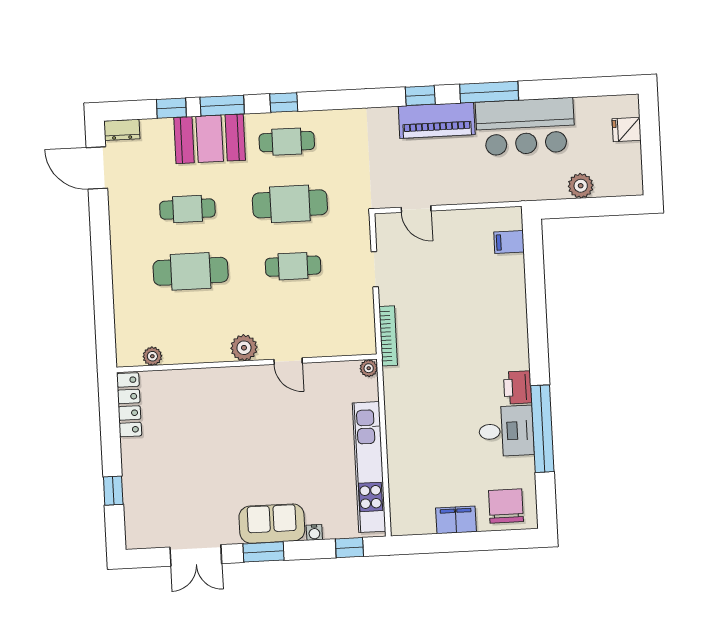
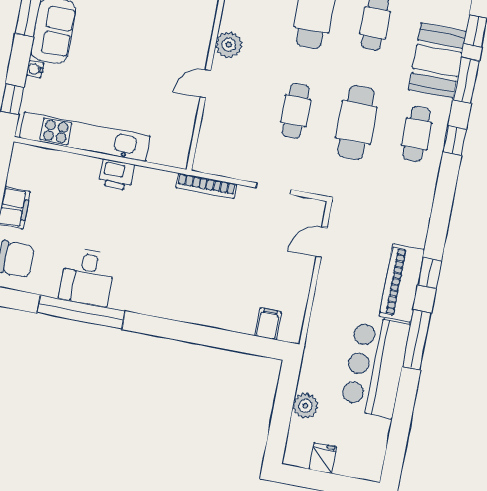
fridge: (627, 129) -> (323, 458), moved
plant: (369, 368) -> (180, 160), removed
printer: (518, 387) -> (116, 174), moved, turned 180

